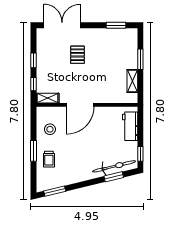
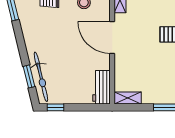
shelving: (132, 81) -> (128, 98), moved
workbench: (130, 126) -> (102, 87), moved, turned -90

